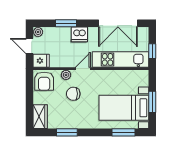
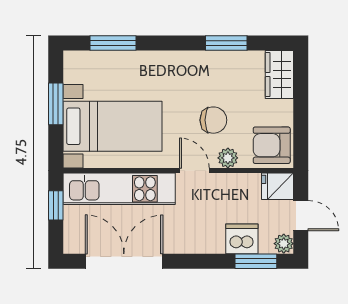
window: (66, 23) -> (256, 261), moved
dishwasher: (79, 34) -> (242, 239), moved
door: (83, 69) -> (194, 170), swing flipped
armchair: (44, 81) -> (272, 145), turned -90
bed with nightstands: (124, 108) -> (112, 126), moved

